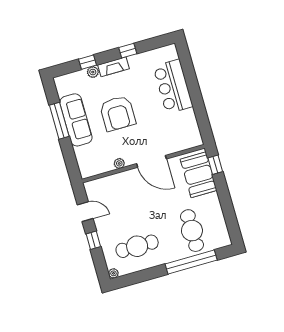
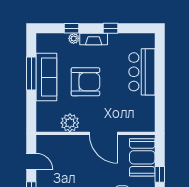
armchair: (118, 113) -> (85, 82), turned -90
plant: (119, 163) -> (70, 123), width x1.88, depth x1.88
window: (215, 165) -> (160, 174), moved

